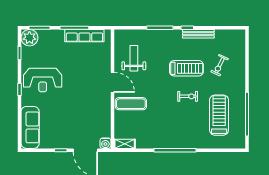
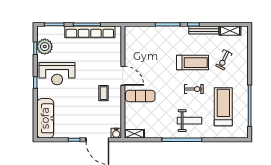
shelving: (226, 34) -> (230, 31), added
row of seats: (84, 36) -> (90, 32), width x1.36
plant: (29, 38) -> (45, 47), moved
weight bench: (134, 58) -> (189, 121), moved, turned 90
coffee table: (92, 101) -> (104, 93), added

